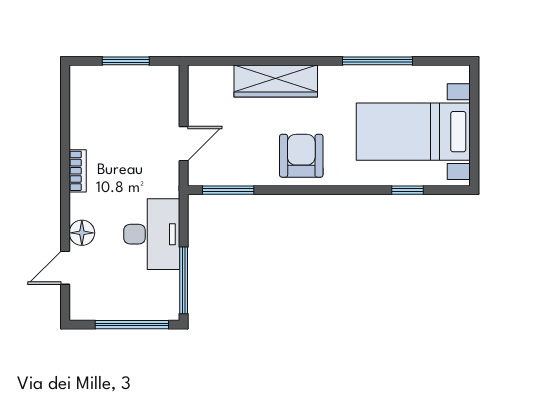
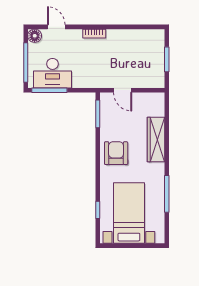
armchair: (301, 156) -> (116, 153), turned -90
bookcase: (78, 171) -> (94, 34), moved
floor lamp: (82, 233) -> (35, 36), moved
desk: (152, 234) -> (52, 73), moved

